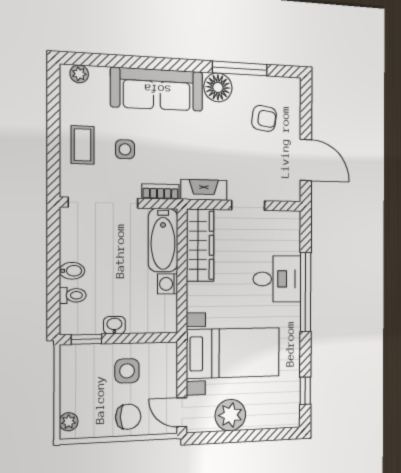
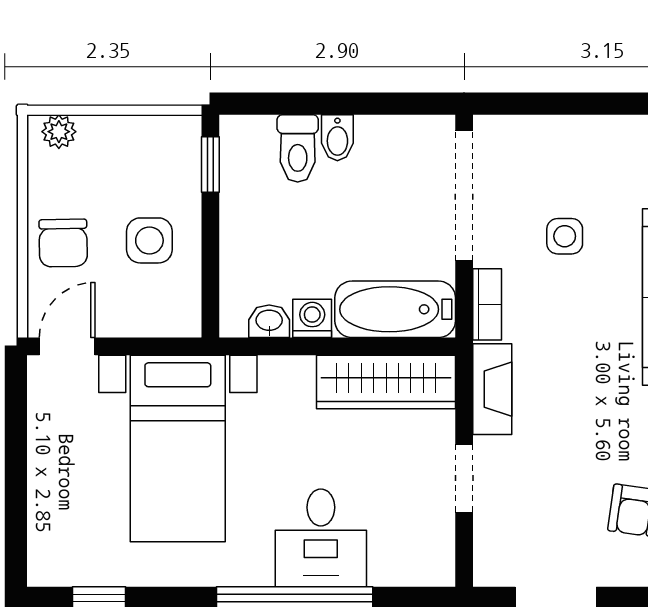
coffee table: (82, 145) -> (570, 157), removed
toilet: (73, 295) -> (298, 148), width x1.37, depth x1.39
washbasin: (114, 325) -> (269, 321), moved, turned -90
plant: (230, 415) -> (57, 443), removed

